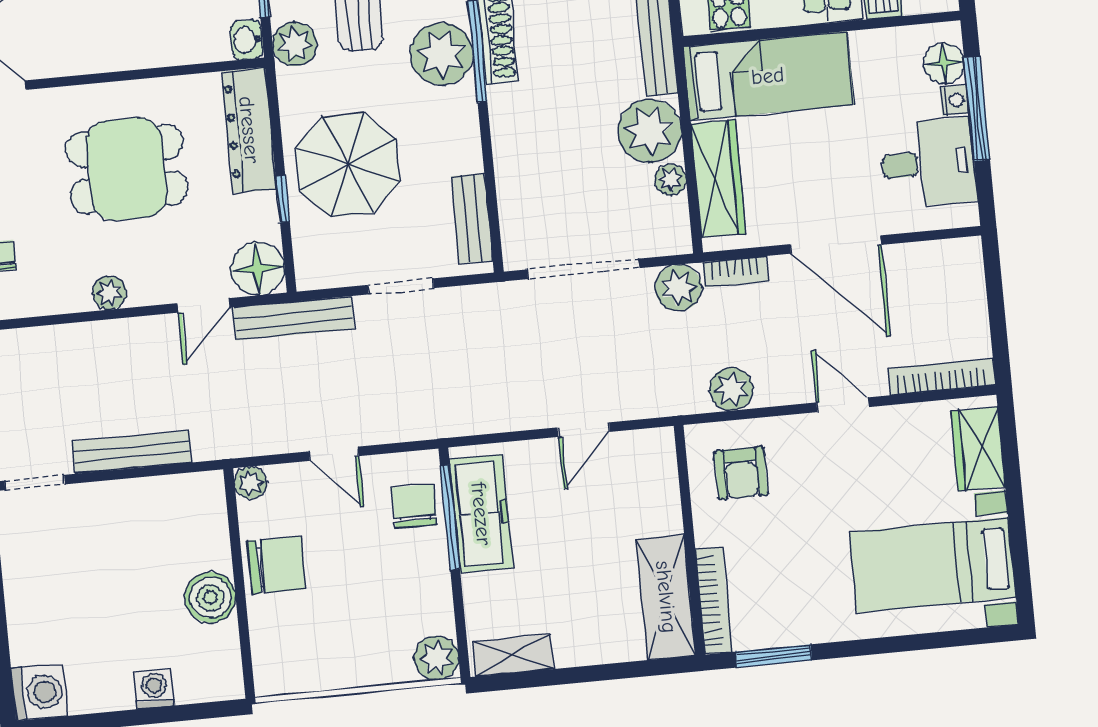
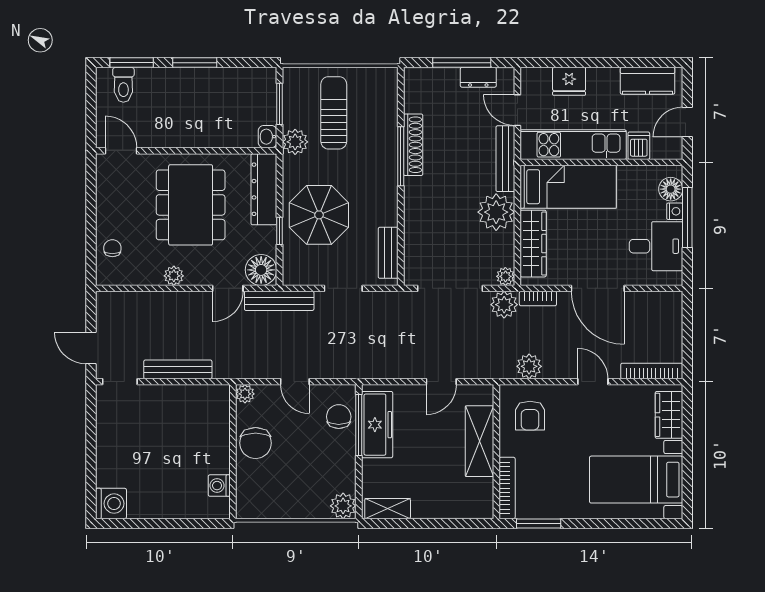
plant: (442, 54) -> (380, 156), removed
dining table: (127, 169) -> (191, 205), width x1.38
plant: (670, 180) -> (505, 276), moved
chair: (277, 565) -> (256, 443), turned 90
boiler: (210, 597) -> (215, 458), removed
shelving: (666, 597) -> (479, 441), moved
washing machine: (154, 689) -> (219, 486), moved, turned -90

